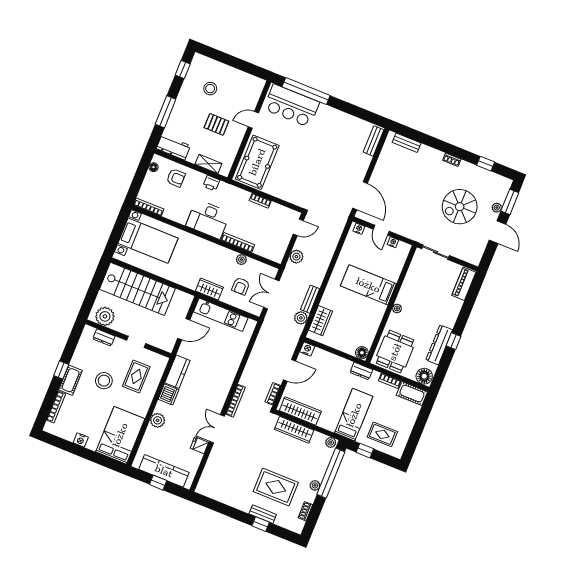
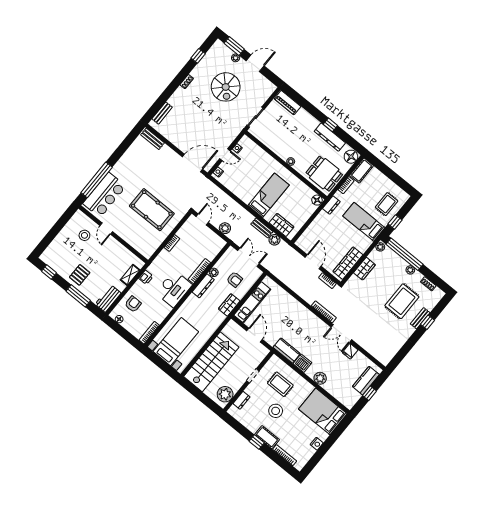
stool: (210, 89) -> (84, 235), moved
pallet: (216, 124) -> (80, 275), moved
pool table: (257, 162) -> (152, 210), moved
dresser: (222, 252) -> (203, 286), added
bed: (368, 285) -> (269, 195), moved, turned 180
double door: (271, 294) -> (248, 257), swing flipped
nightstand: (307, 349) -> (301, 242), removed
wardrobe: (294, 430) -> (364, 269), width x0.67
kitchen counter: (164, 471) -> (366, 381), width x0.67

